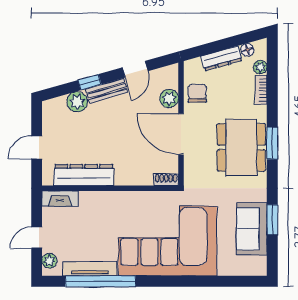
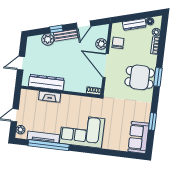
dining table: (241, 147) -> (140, 77), width x0.73
fireplace: (60, 199) -> (50, 97), moved
sofa: (252, 229) -> (139, 137), moved
corner sofa: (168, 241) -> (82, 131), width x0.73, depth x0.74

